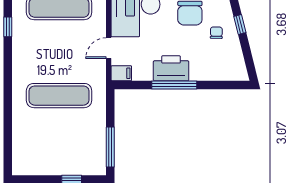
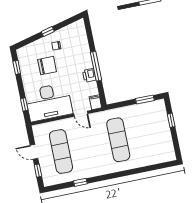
printer: (171, 68) -> (89, 75), width x0.53, depth x0.68
window: (110, 147) -> (145, 99), width x0.69

